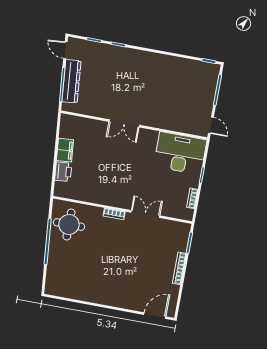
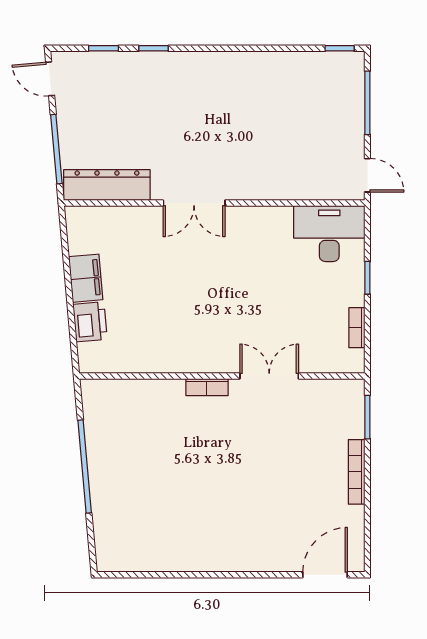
dresser: (71, 81) -> (107, 185), moved, turned -85
desk: (180, 153) -> (329, 234), width x0.73, depth x0.77
round table: (69, 225) -> (121, 425), removed

